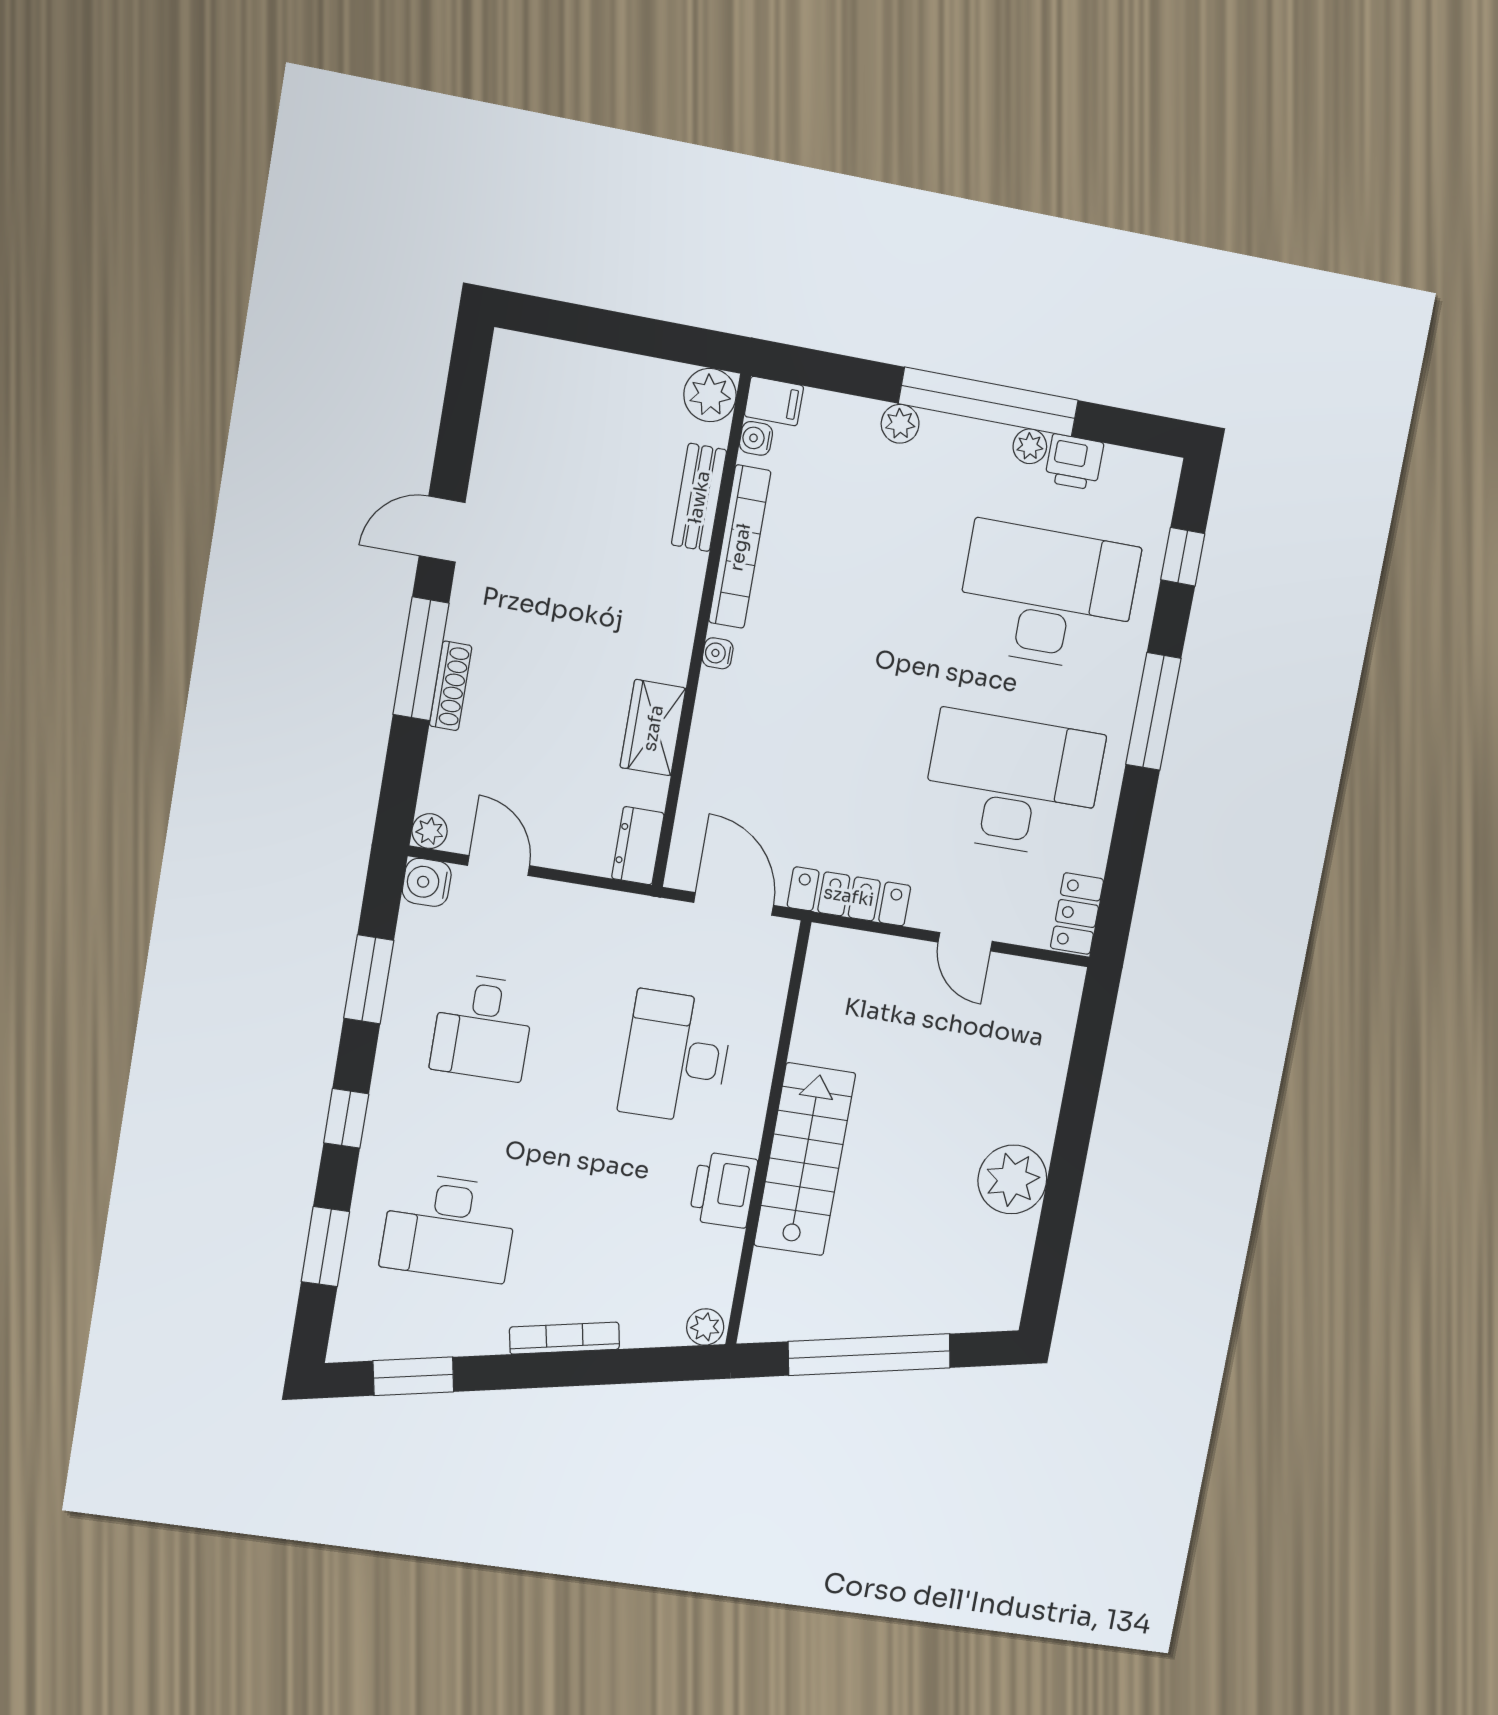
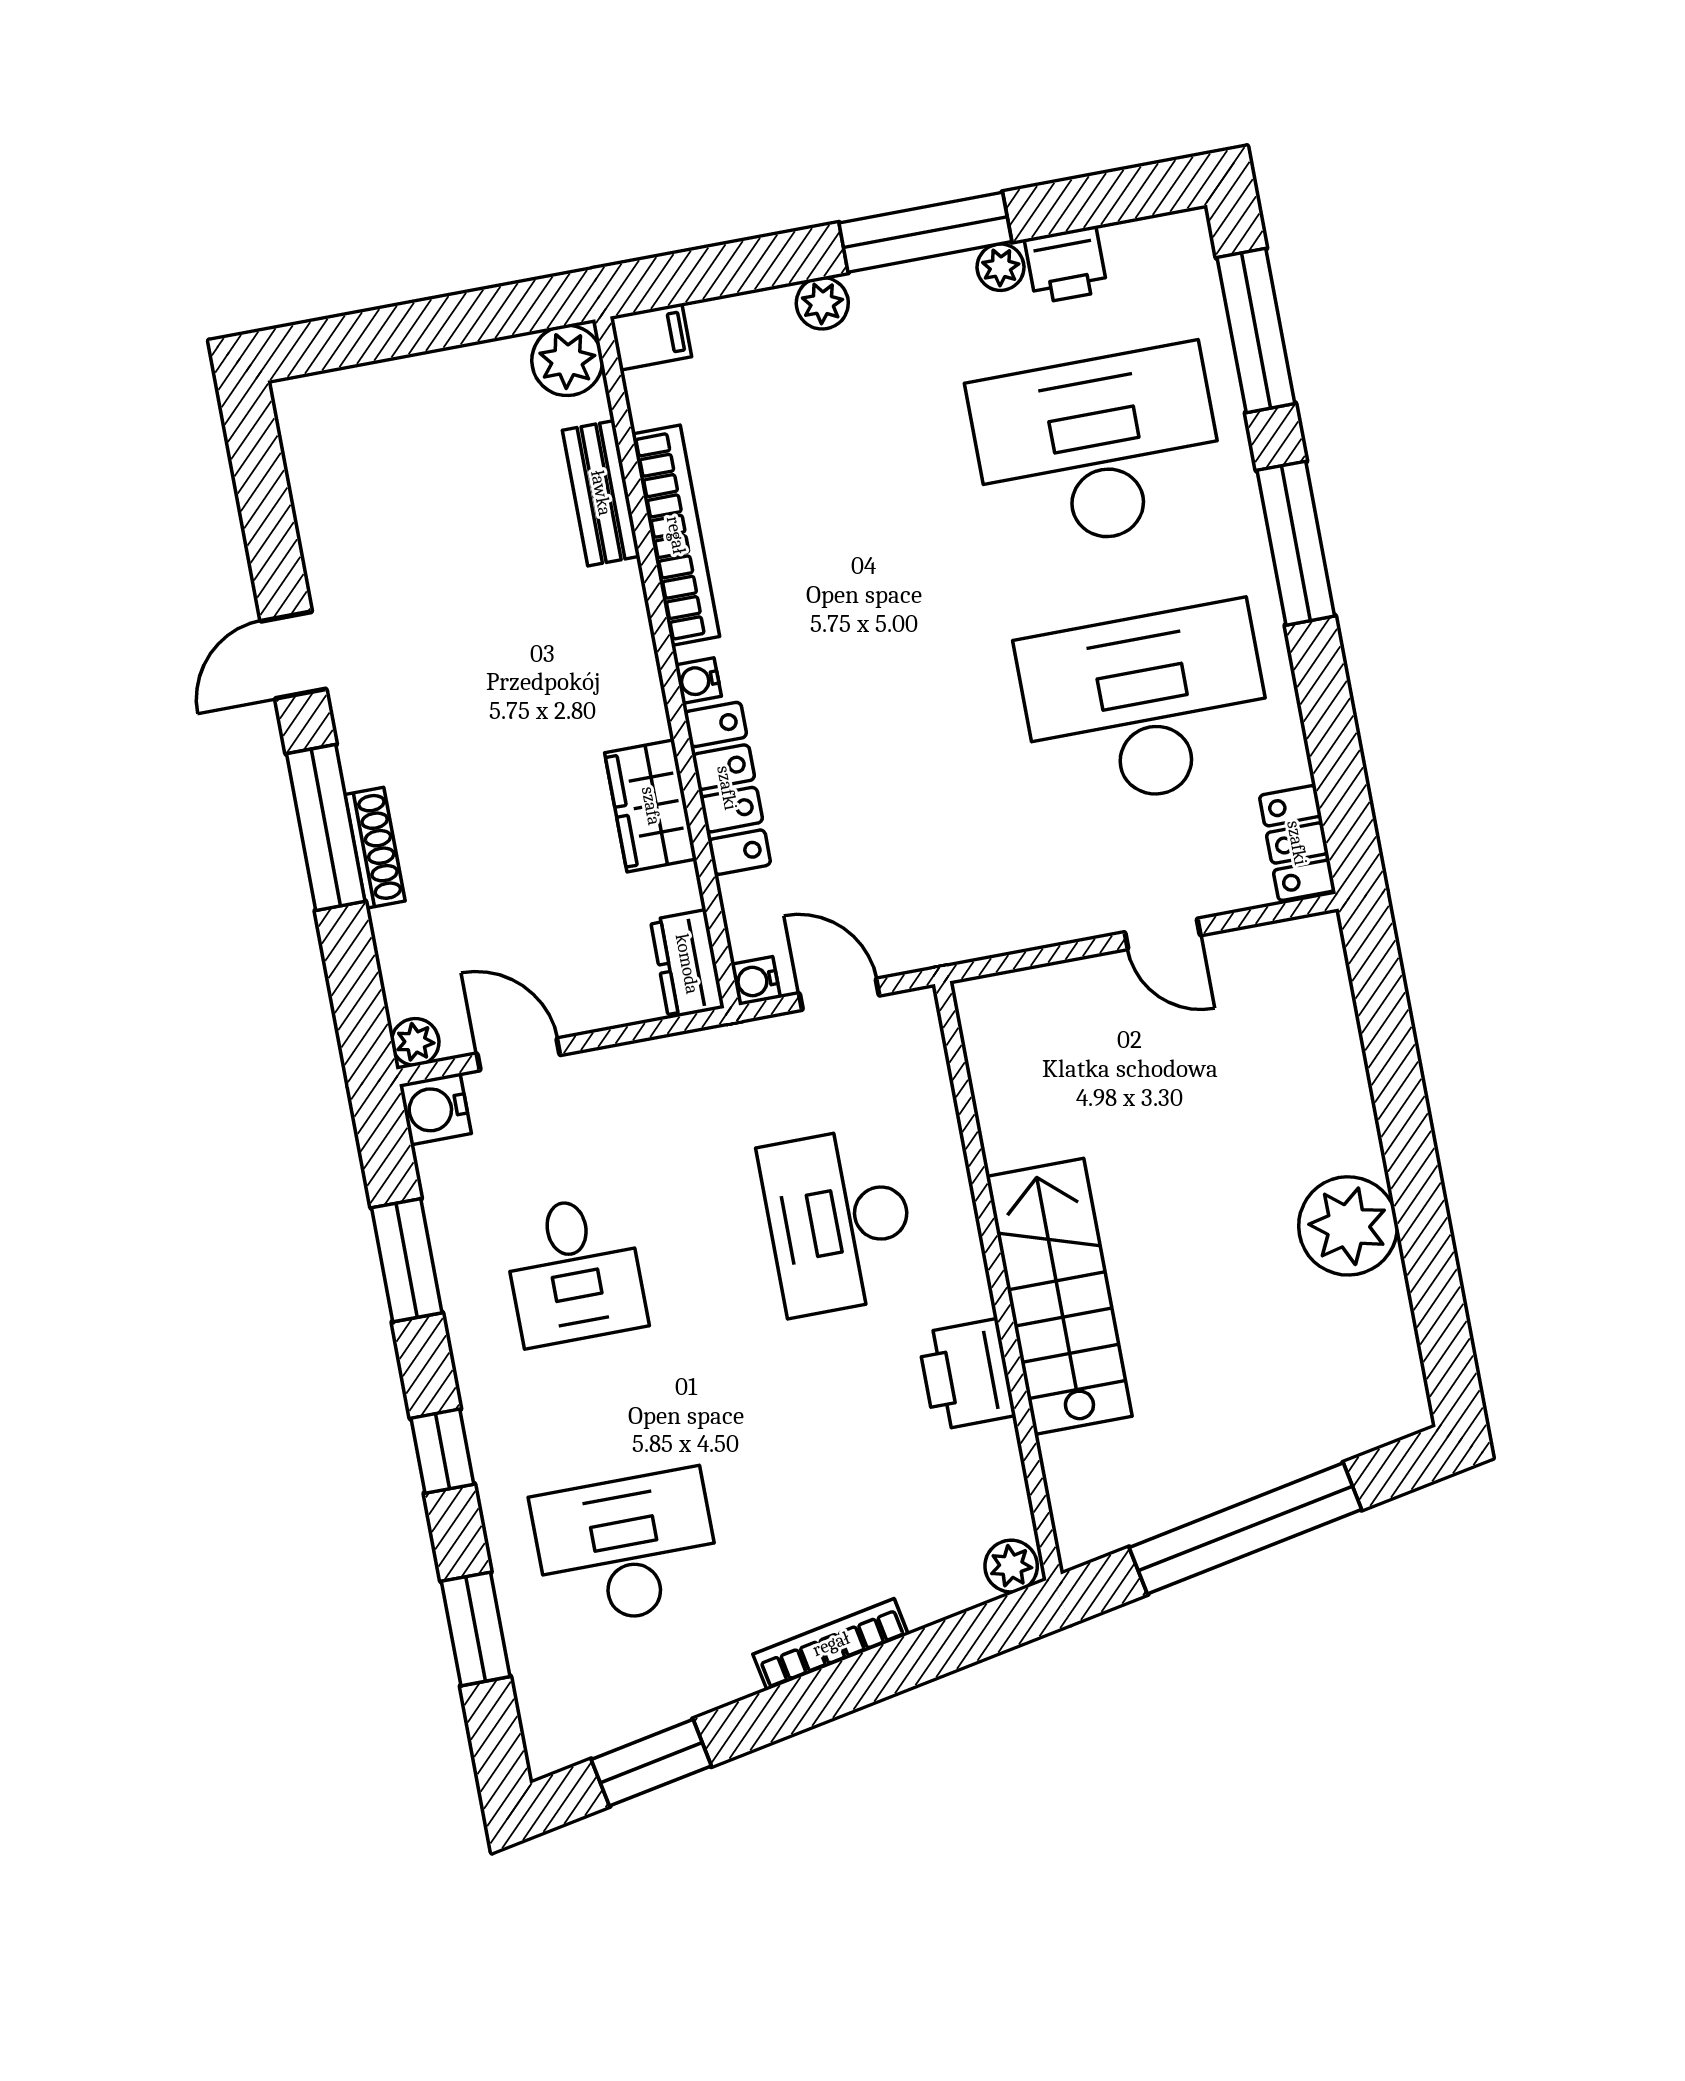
window: (988, 402) -> (925, 232), width x0.68
water cooler: (756, 438) -> (756, 981), moved
window: (1183, 557) -> (1256, 330), width x2.17
locker: (849, 896) -> (727, 788), moved, turned 90
door: (734, 904) -> (839, 994), width x0.73
desk: (449, 1227) -> (626, 1548), turned 180

